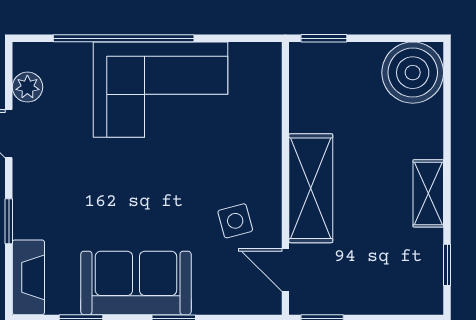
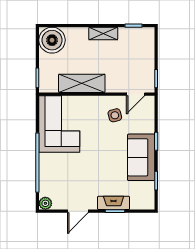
plant: (27, 87) -> (45, 203), moved
corner sofa: (160, 90) -> (59, 124), moved
shelving: (311, 188) -> (82, 83), moved
fireplace: (28, 277) -> (114, 203), moved

